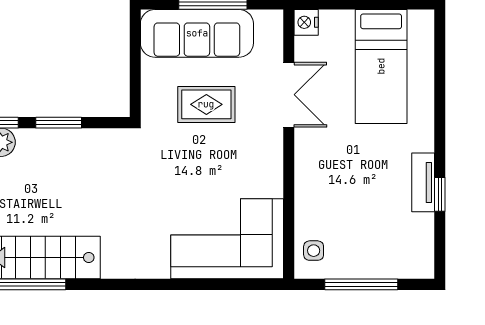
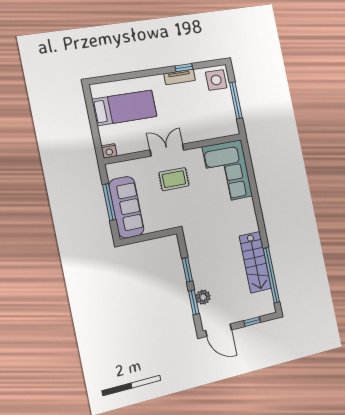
double door: (289, 95) -> (167, 150), moved
rug: (206, 104) -> (174, 179), moved, turned 90
side table: (314, 251) -> (216, 80), moved, width x1.87, depth x1.87

